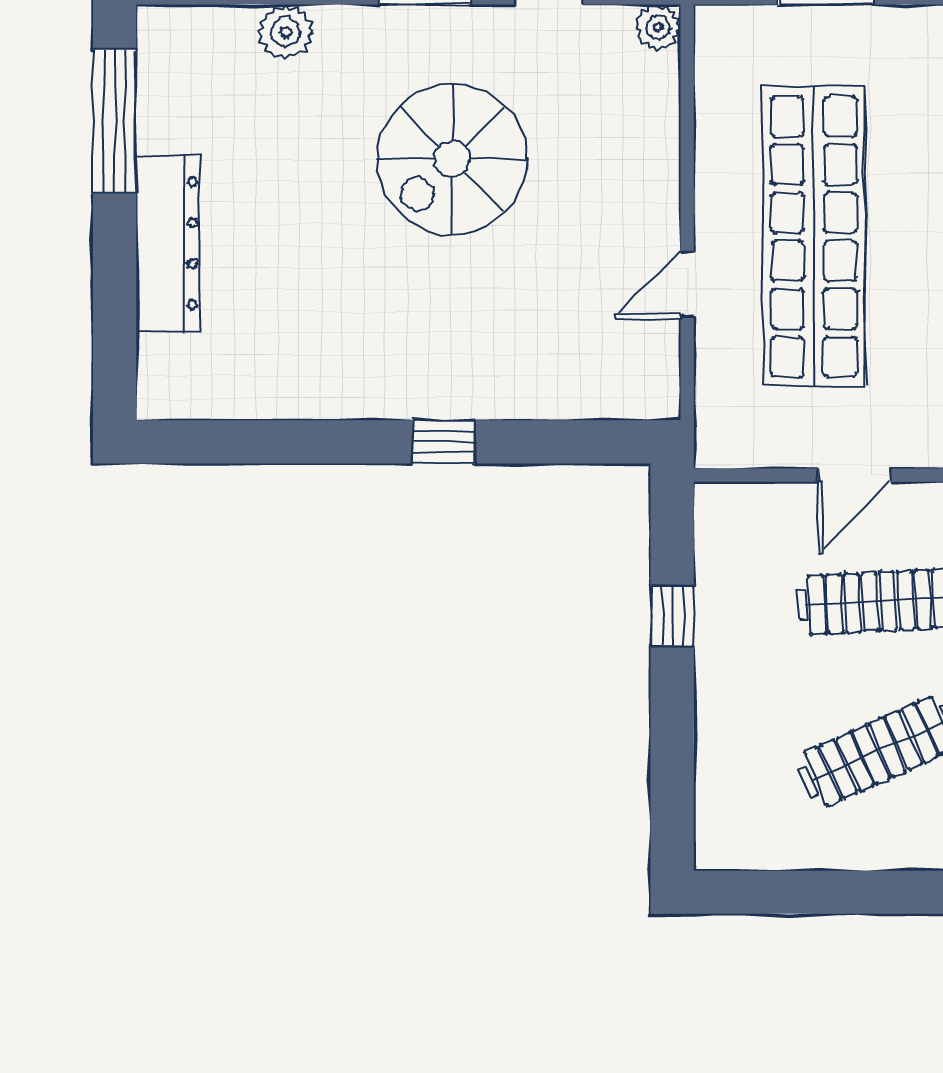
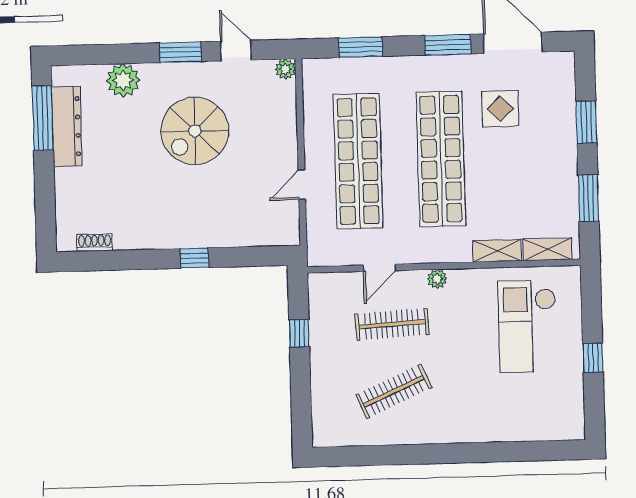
plant: (286, 32) -> (123, 80), width x1.36, depth x1.36
dresser: (168, 243) -> (67, 127), moved
shoe rack: (222, 401) -> (95, 243), added

